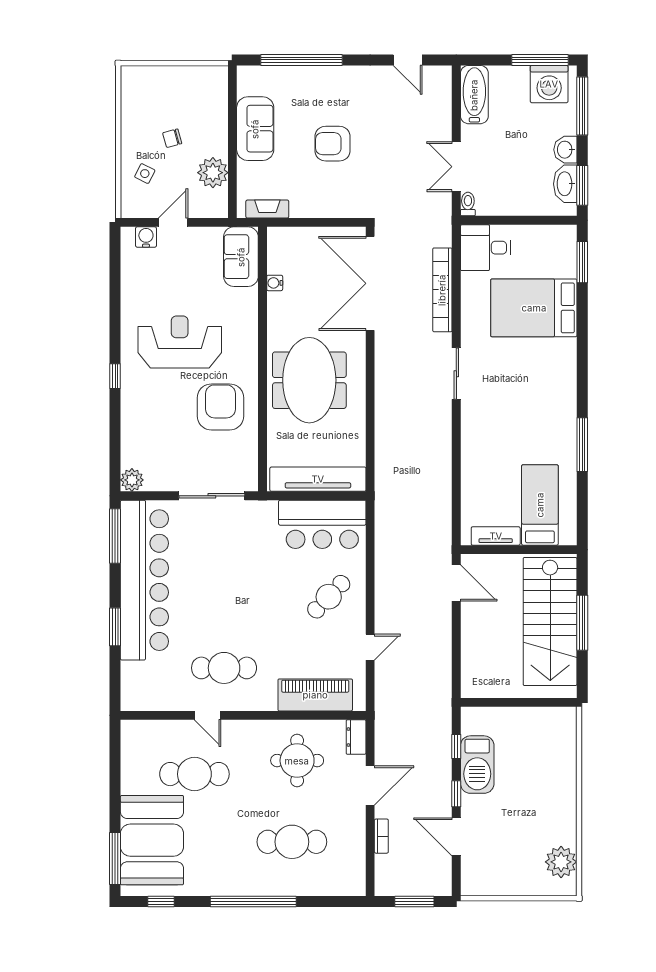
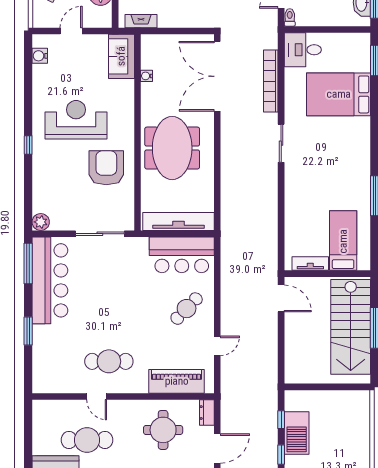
water cooler: (146, 237) -> (40, 56), moved, turned -90
bar counter: (144, 580) -> (50, 280), width x0.73

